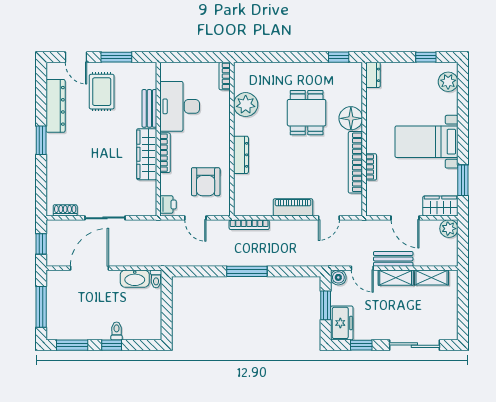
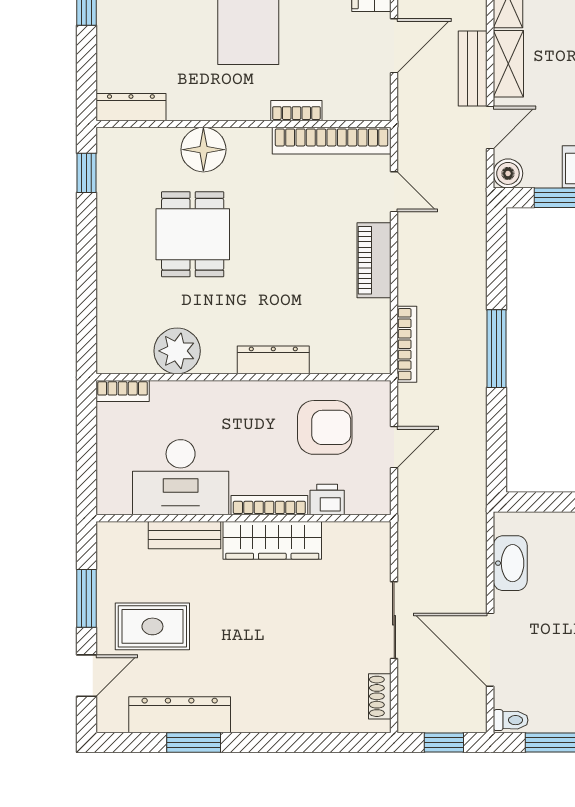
dresser: (373, 75) -> (131, 107), width x1.44
dining table: (307, 113) -> (193, 234), turned 90
window: (41, 140) -> (194, 742), moved
bookcase: (355, 162) -> (332, 141), moved
printer: (168, 204) -> (327, 499), moved
toilet: (156, 279) -> (511, 720), moved

